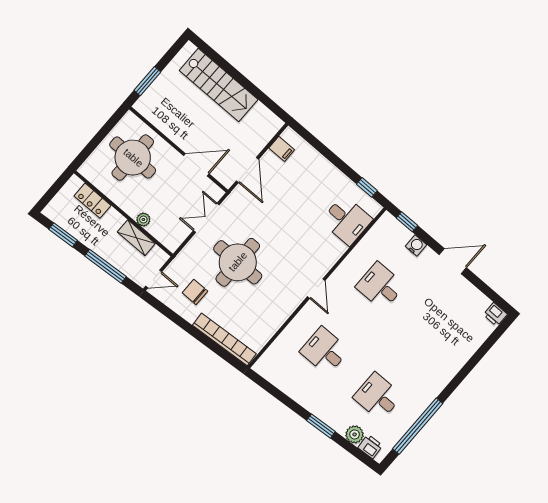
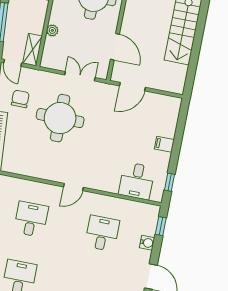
filing cabinet: (282, 149) -> (164, 144), moved, turned 90
shelving: (136, 238) -> (33, 50), moved

